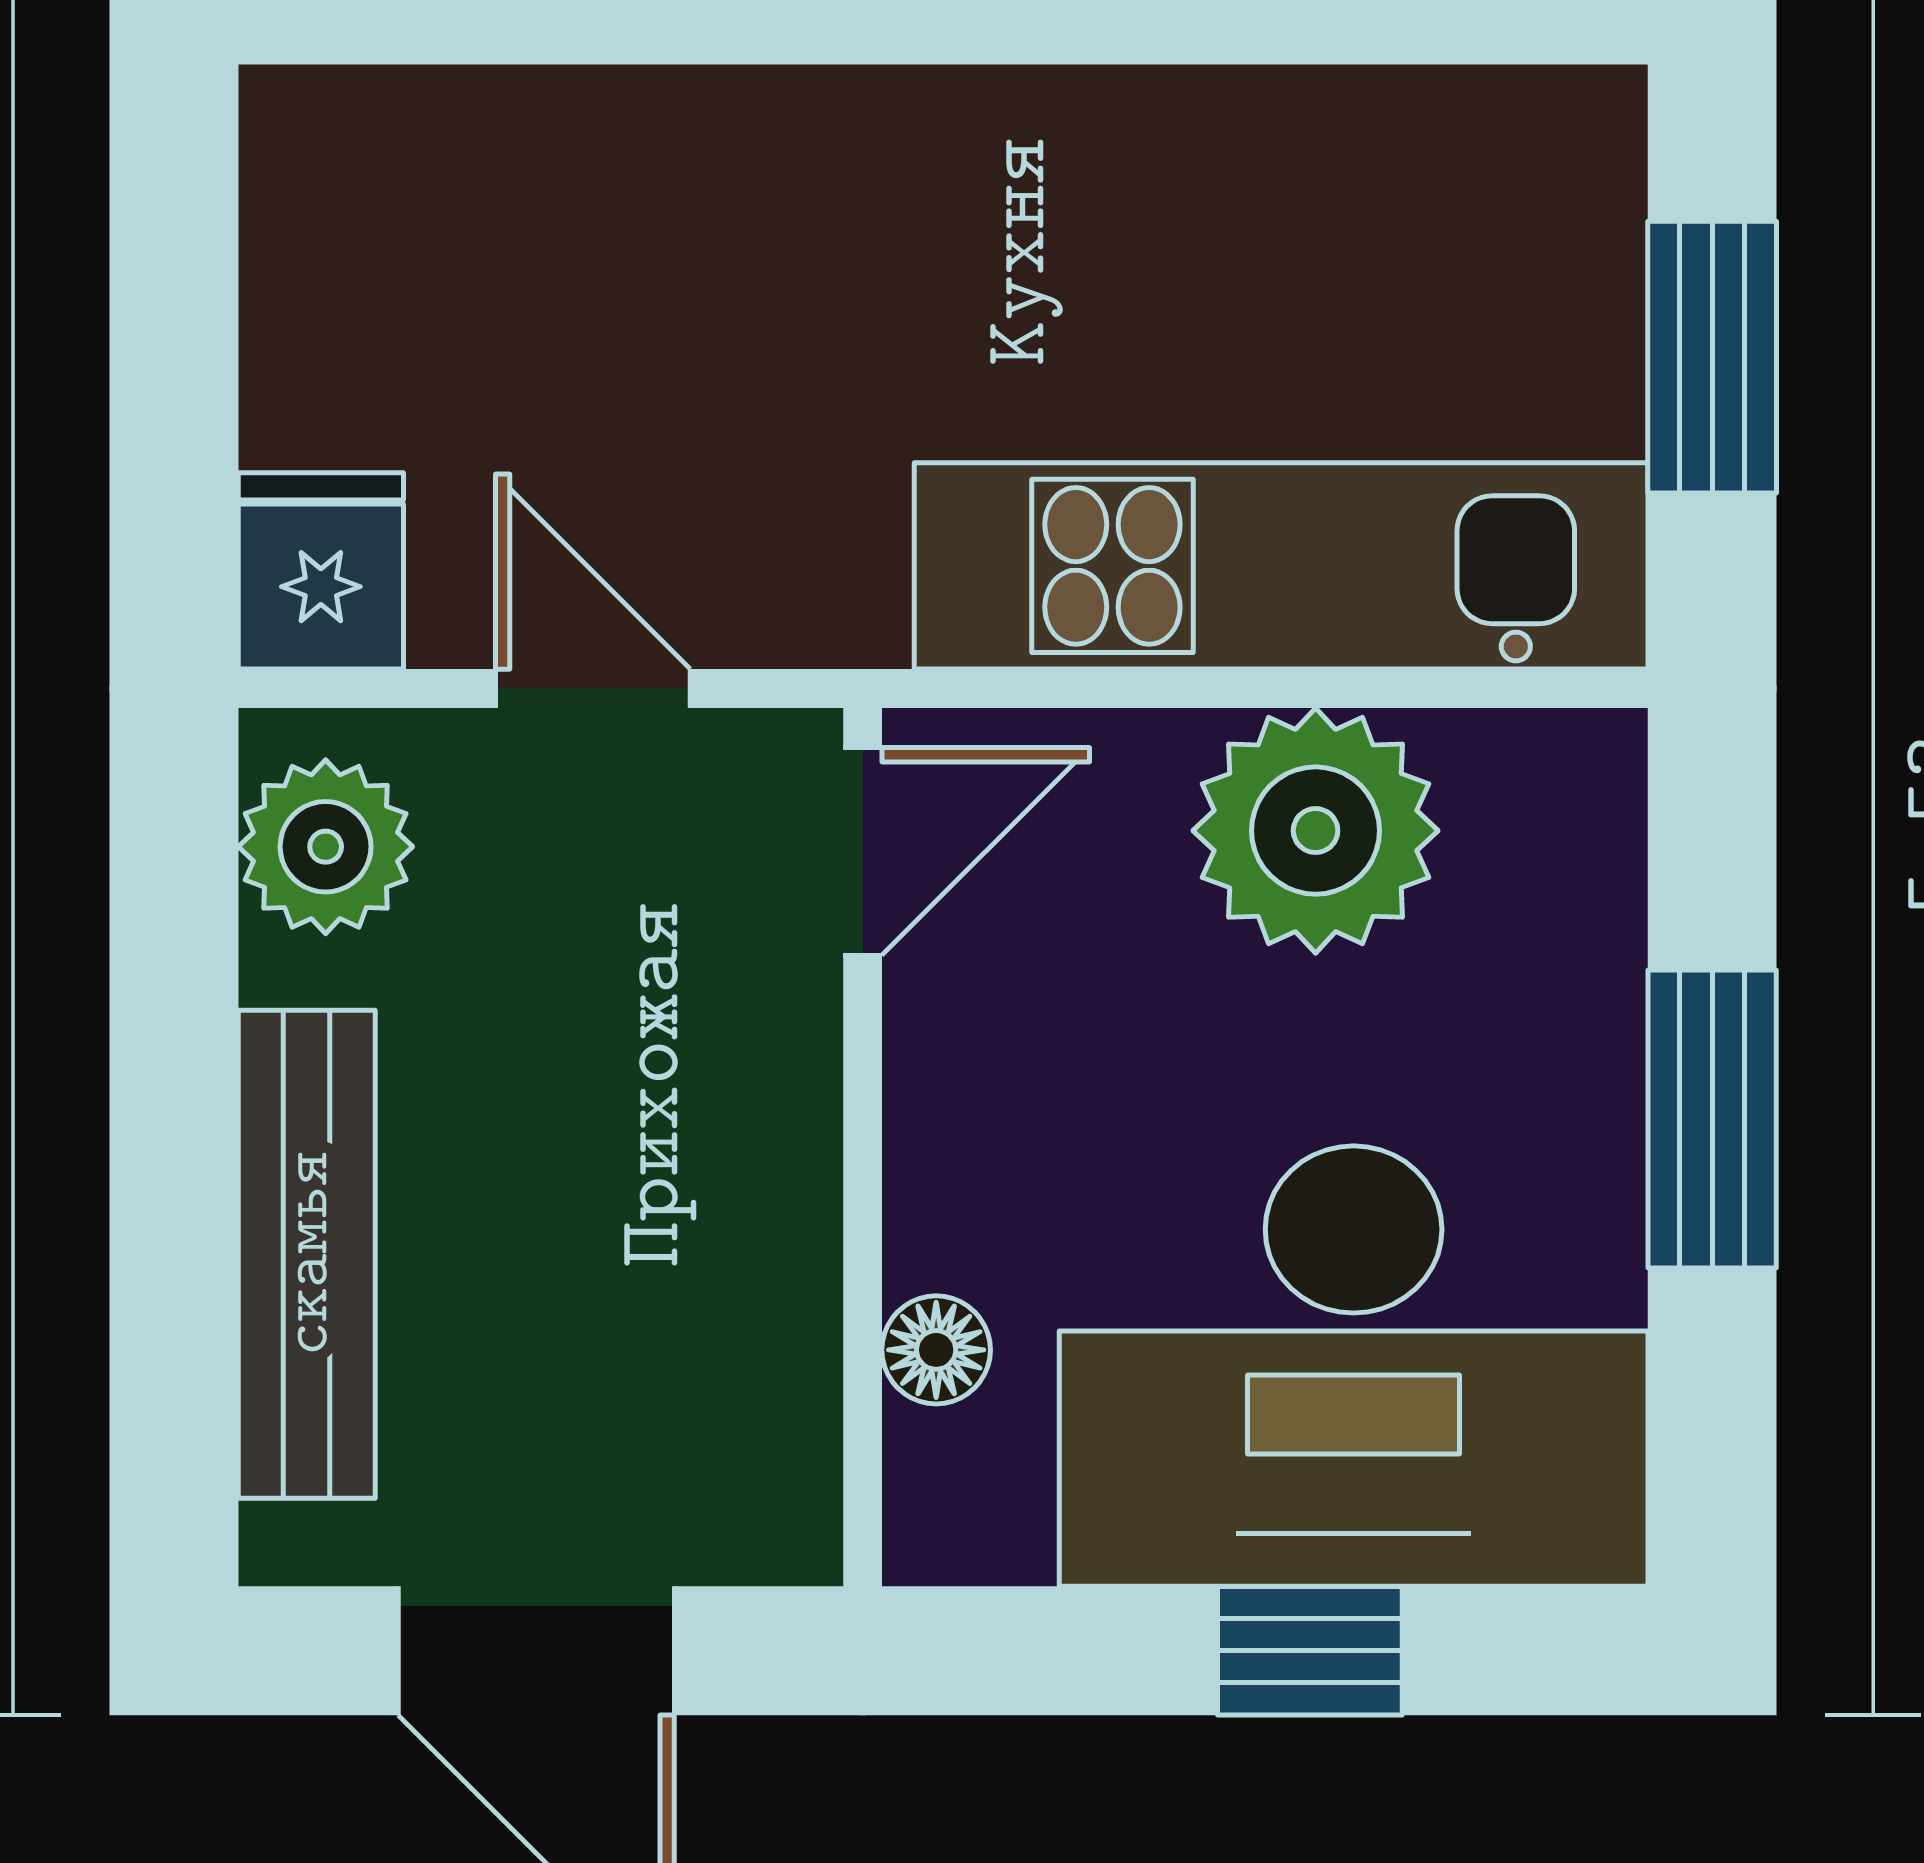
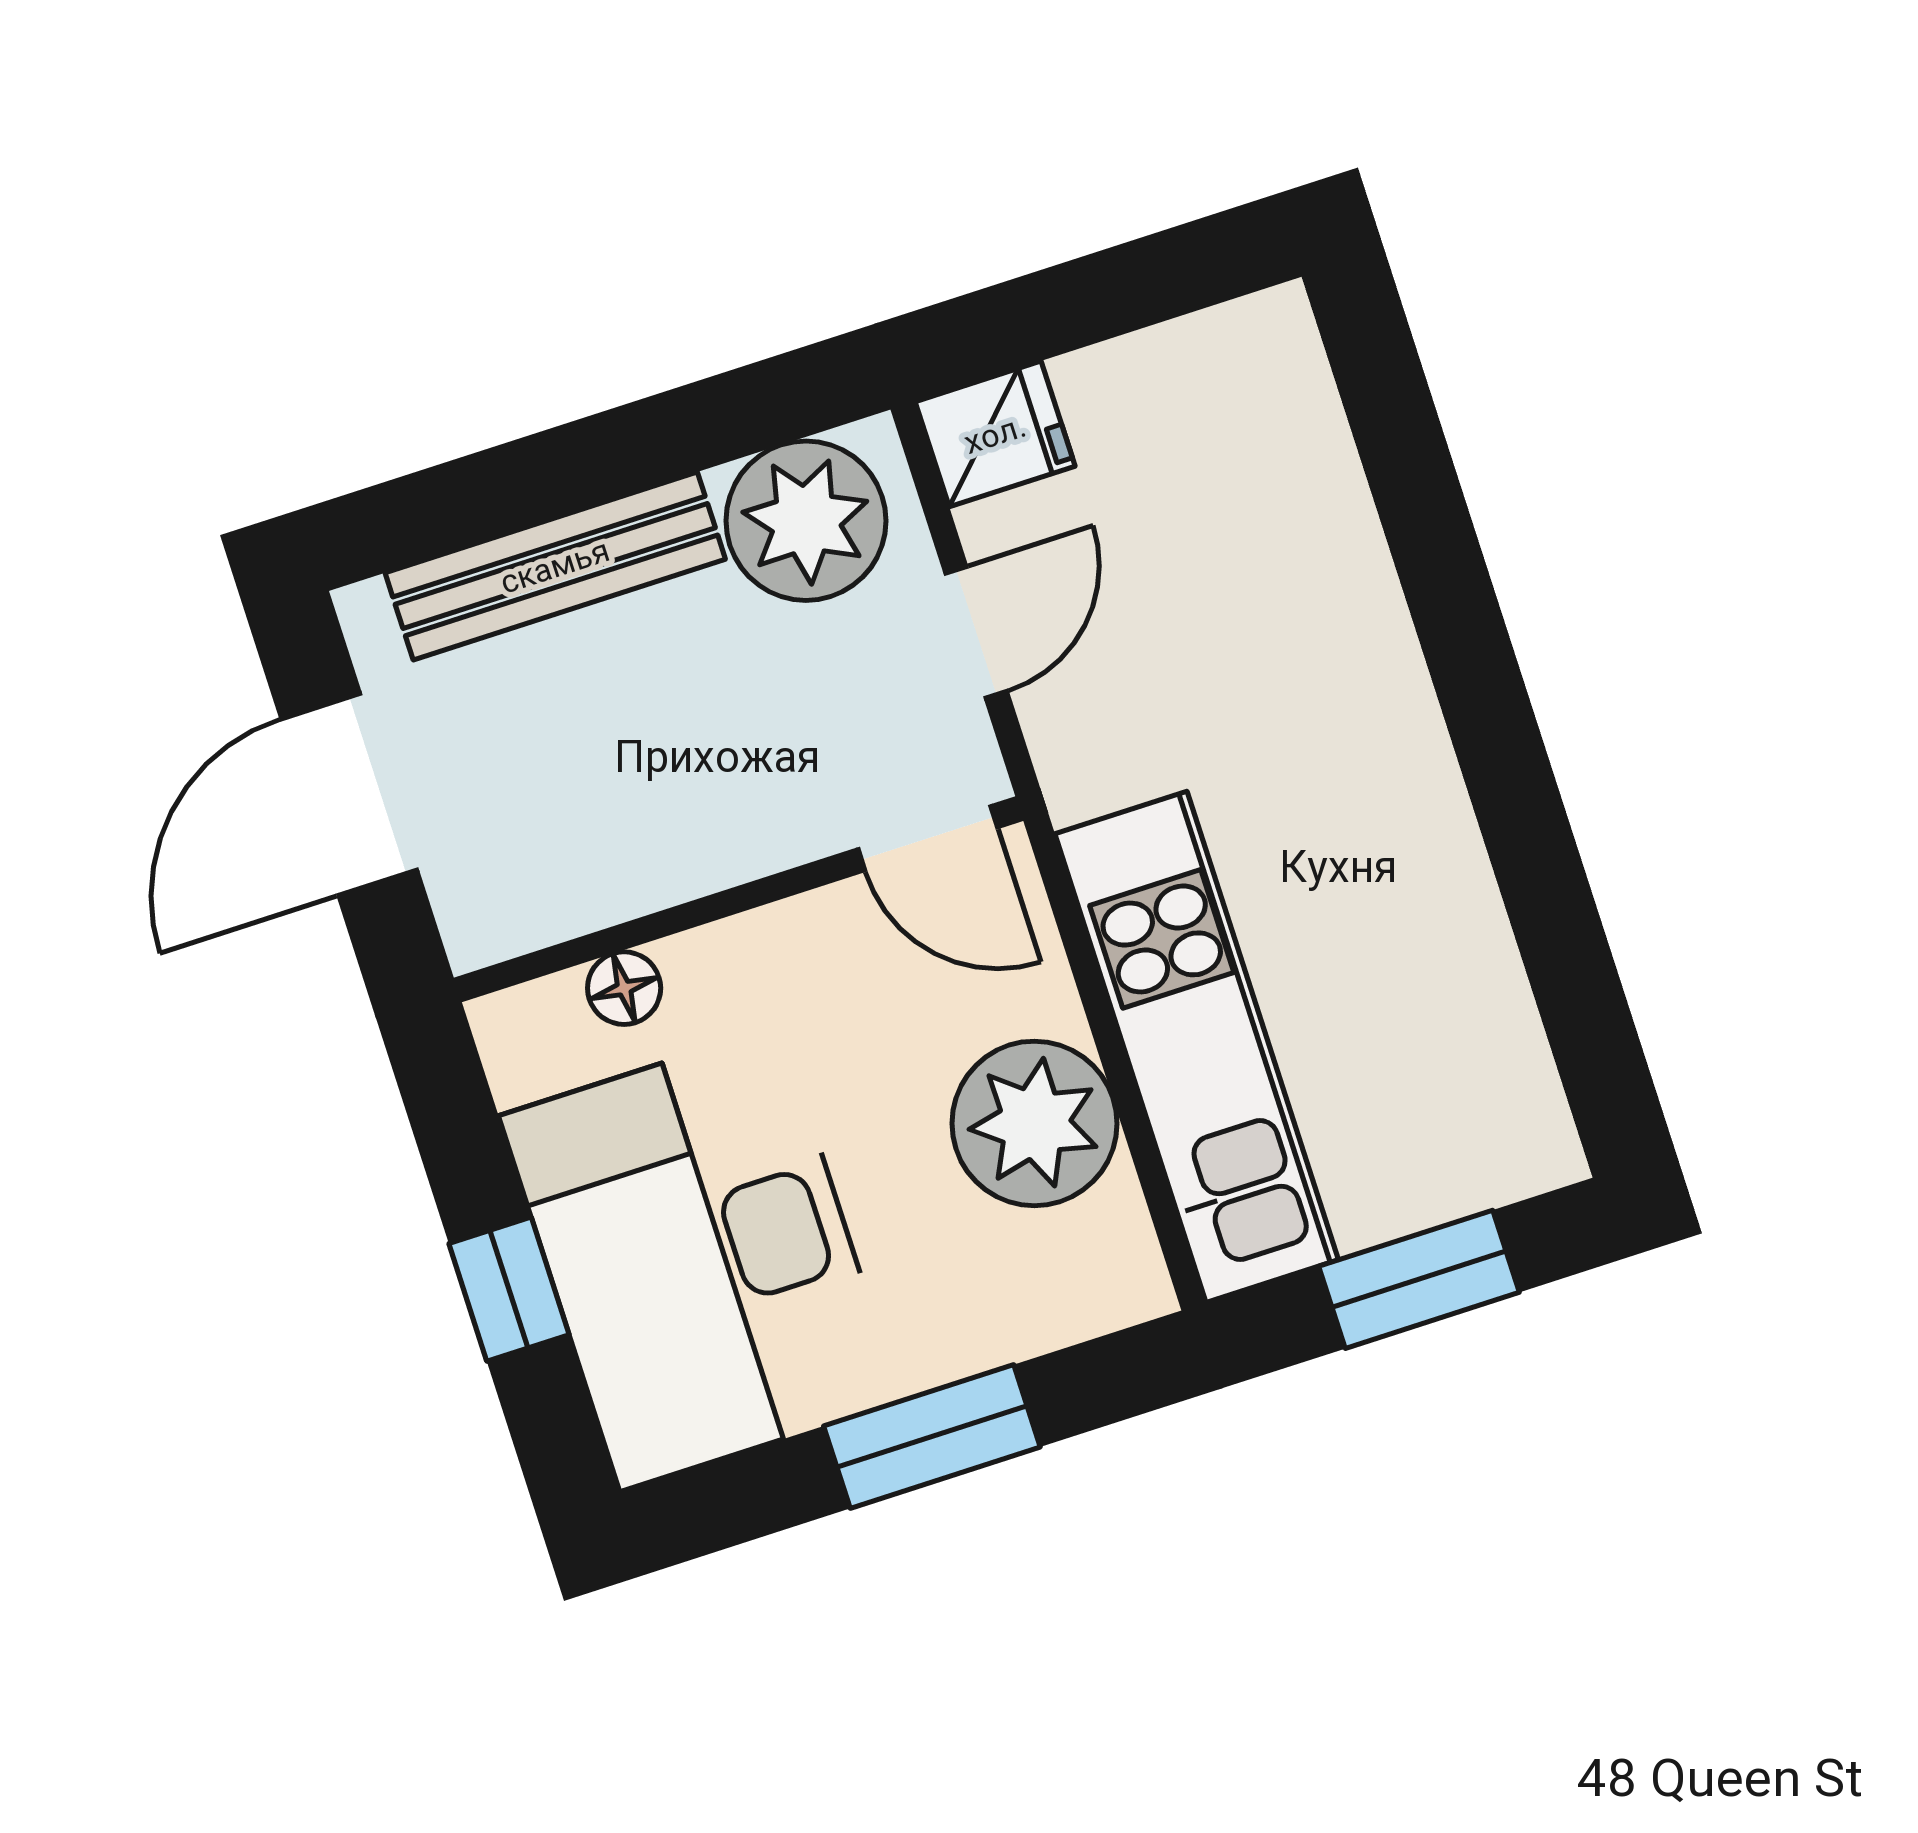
plant: (326, 847) -> (806, 521), width x1.36, depth x1.36

